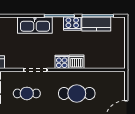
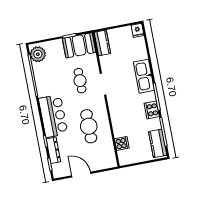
kitchen counter: (96, 24) -> (158, 143), moved
cooker: (62, 62) -> (122, 143), moved
dishwasher: (76, 62) -> (118, 120), removed

